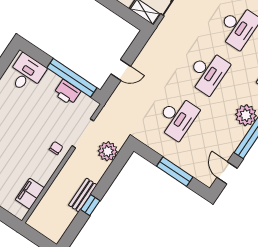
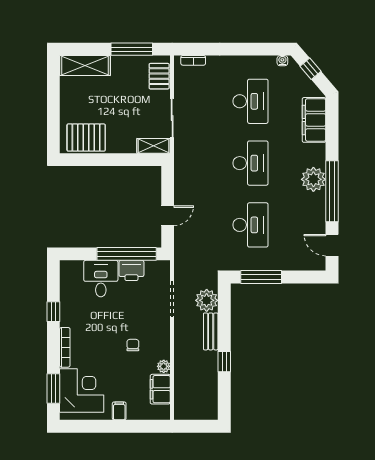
desk: (26, 73) -> (101, 279), moved
chair: (56, 148) -> (133, 345), moved
window: (175, 172) -> (261, 277), moved
plant: (43, 179) -> (164, 366), added
bench: (83, 195) -> (211, 331), moved

